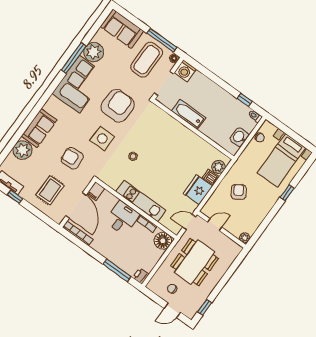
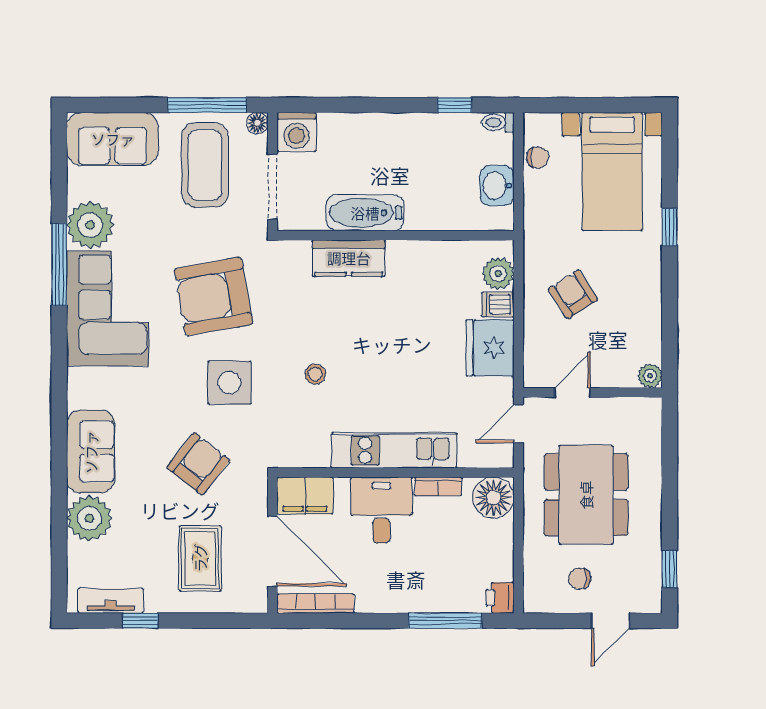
armchair: (118, 106) -> (214, 296), turned -100
kitchen counter: (172, 126) -> (349, 258), added
armchair: (72, 158) -> (198, 464), turned 132
filing cabinet: (96, 191) -> (305, 496), width x2.00

